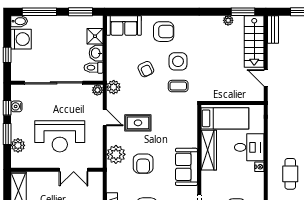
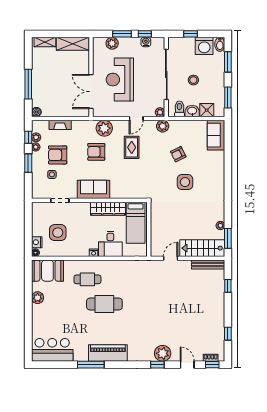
window: (39, 12) -> (228, 62), width x0.69
bench: (273, 29) -> (208, 264), width x1.36
armchair: (164, 32) -> (211, 170), removed
stool: (60, 52) -> (193, 80), added
coffee table: (178, 86) -> (164, 182), removed
double door: (74, 170) -> (91, 92), width x1.37

